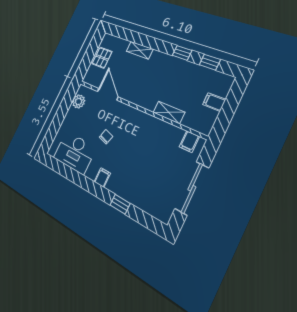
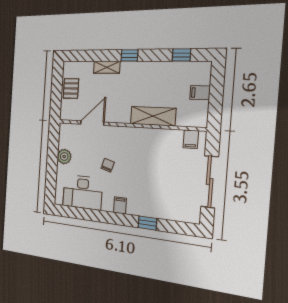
window: (182, 53) -> (129, 55), moved
door: (108, 94) -> (92, 123), hinge flipped
plant: (79, 101) -> (64, 157), moved
shelving: (169, 112) -> (153, 116), width x1.50, depth x1.33

